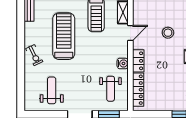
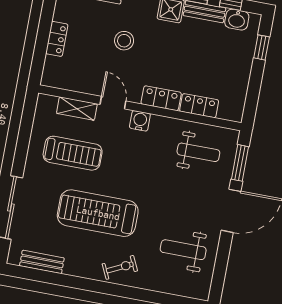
water cooler: (123, 63) -> (140, 121), moved
locker: (138, 90) -> (199, 106), width x0.66

